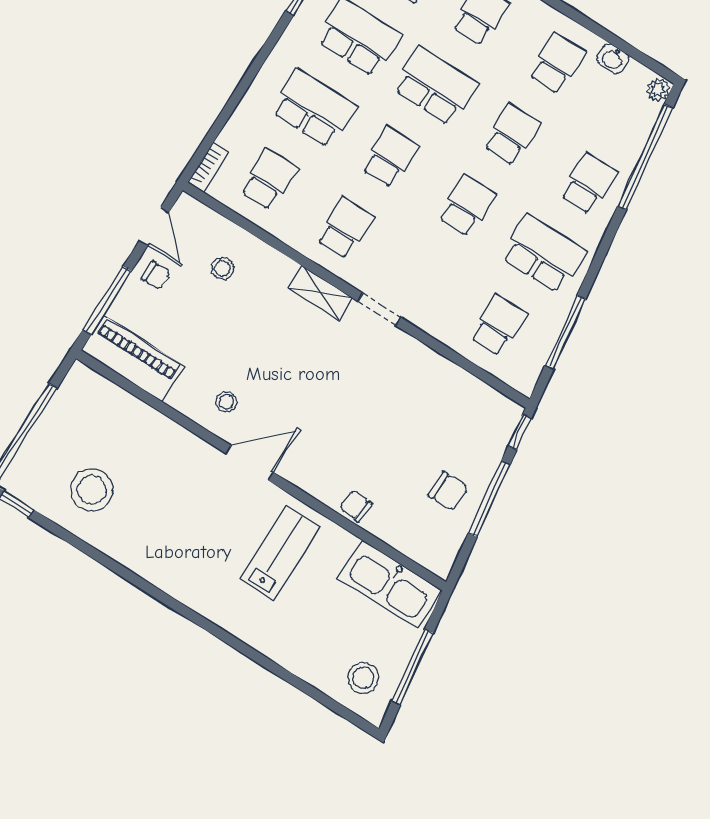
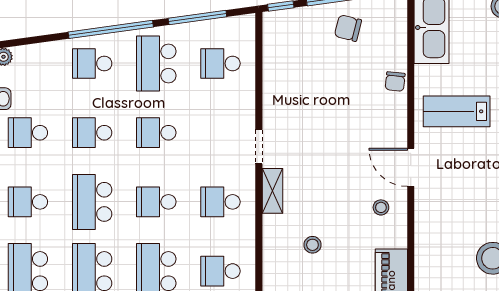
window: (645, 157) -> (111, 29), moved
stool: (223, 268) -> (312, 245), moved
chair: (448, 491) -> (348, 28), turned -76

